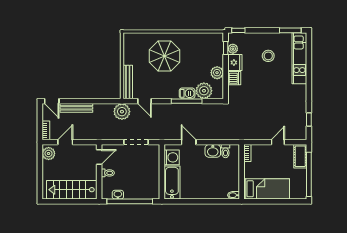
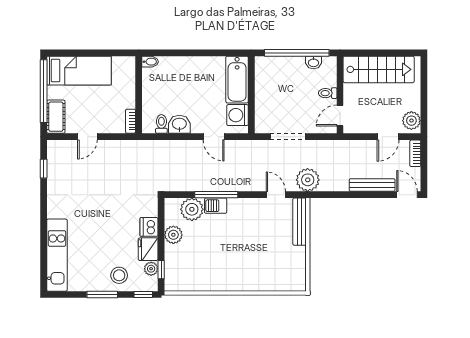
window: (290, 30) -> (102, 295), moved
parasol: (164, 56) -> (248, 258), removed
stool: (268, 56) -> (119, 275), moved
bed: (267, 189) -> (79, 71), moved, turned 180

